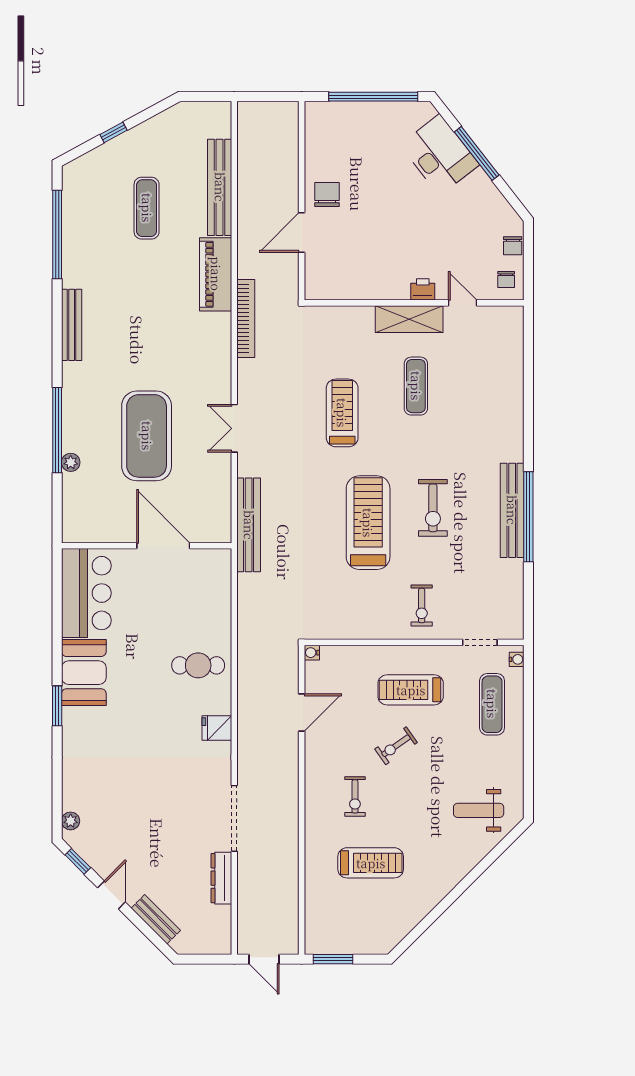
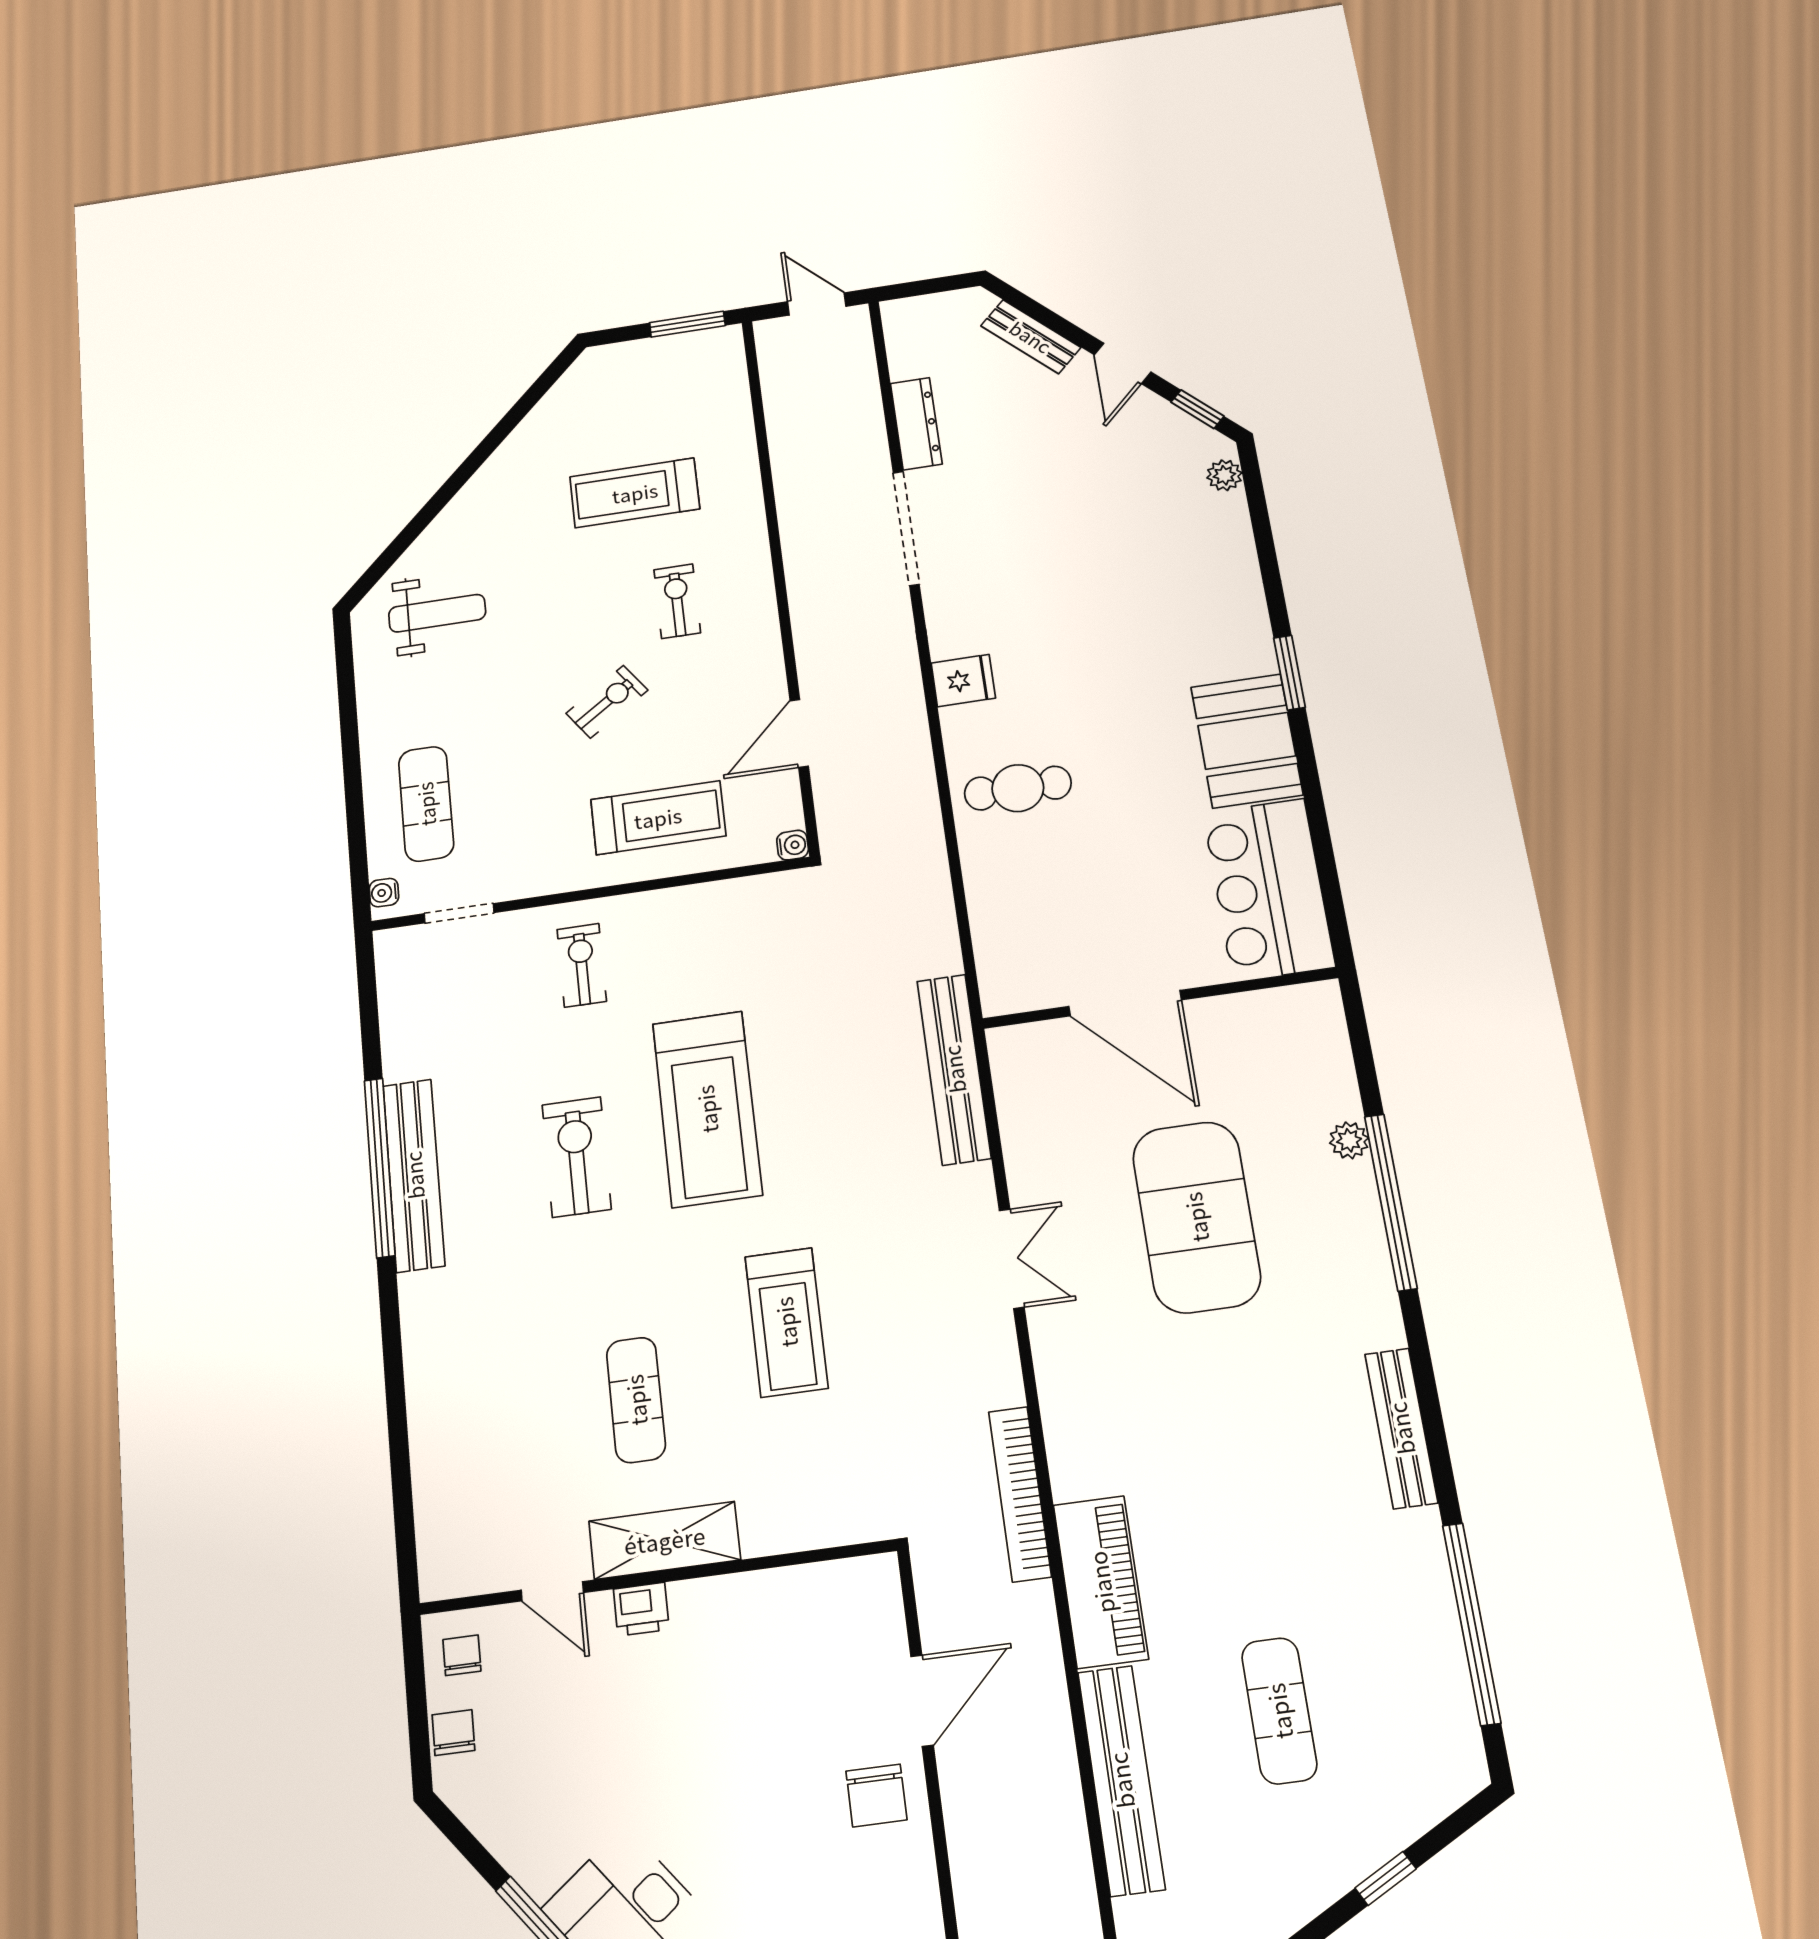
treadmill: (411, 690) -> (658, 818), moved

